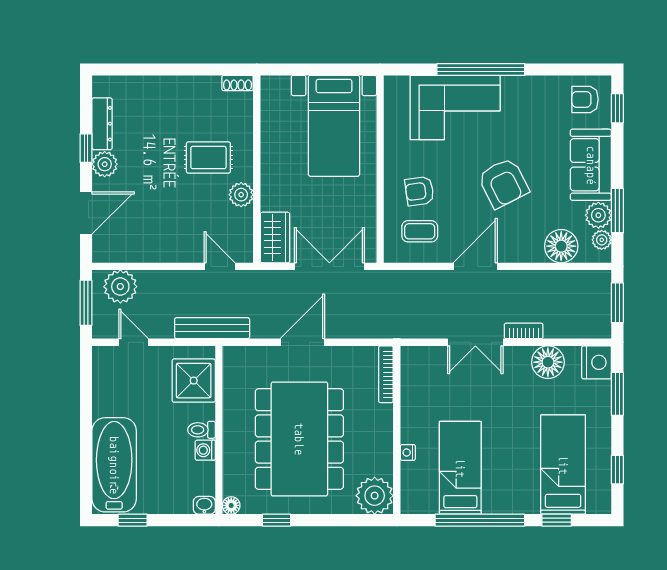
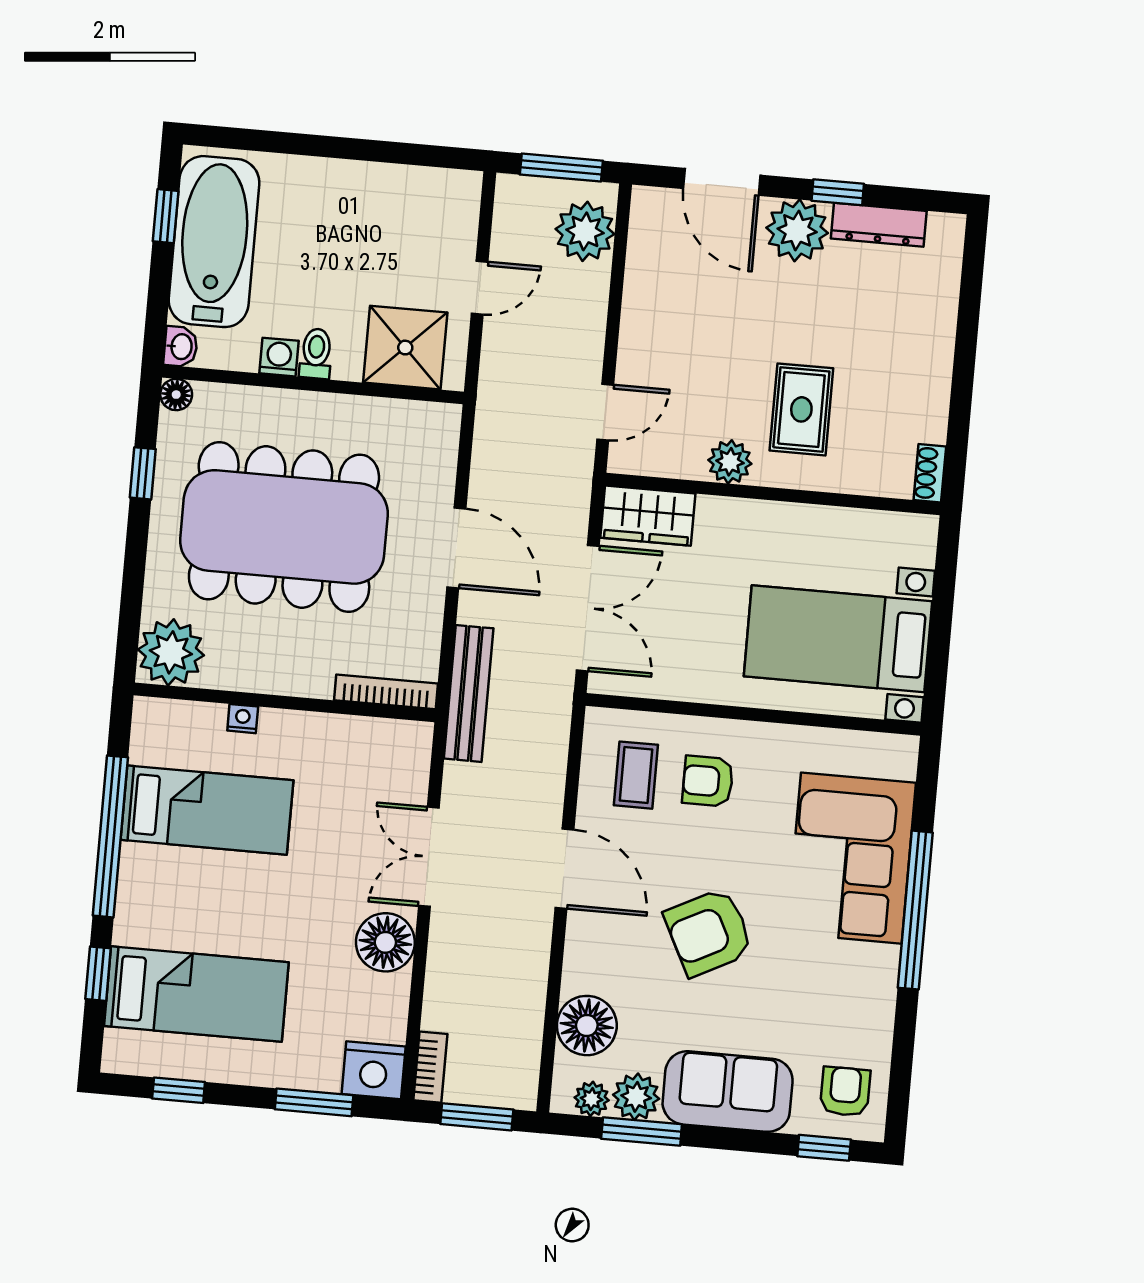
plant: (105, 164) -> (797, 230), width x1.36, depth x1.36
armchair: (419, 191) -> (708, 781), turned -82
bench: (212, 328) -> (469, 693), moved
bookcase: (524, 331) -> (430, 1067), moved
door: (134, 342) -> (480, 288), moved
floor lamp: (548, 362) -> (385, 942), moved
bathtub: (114, 465) -> (214, 242), moved, turned -90

